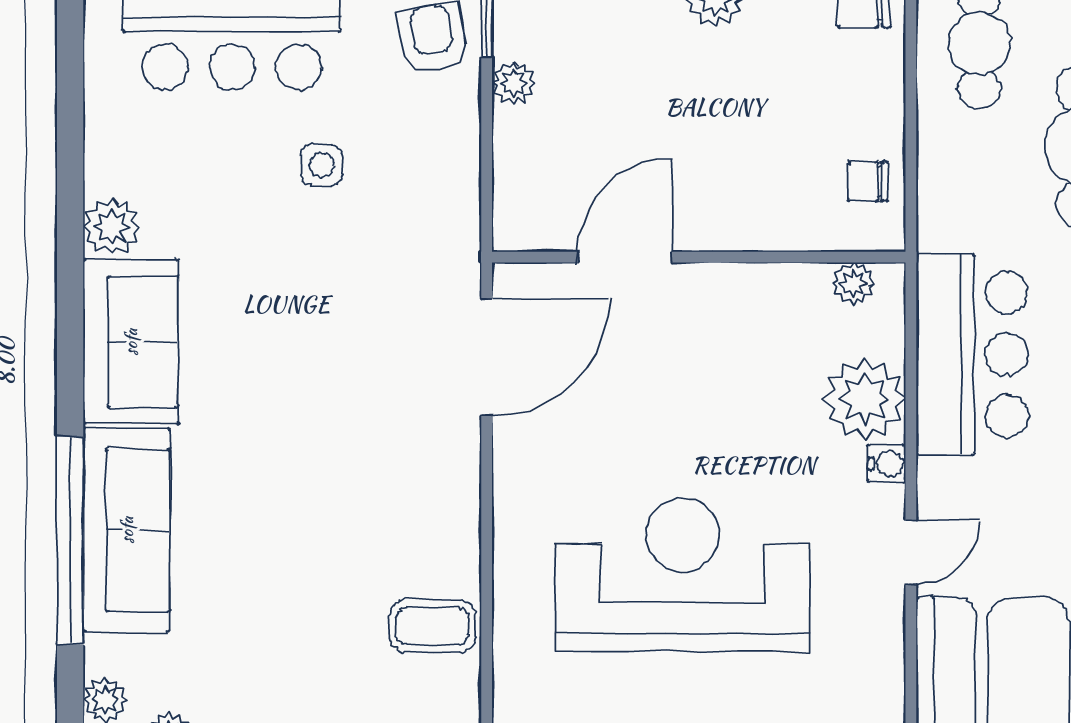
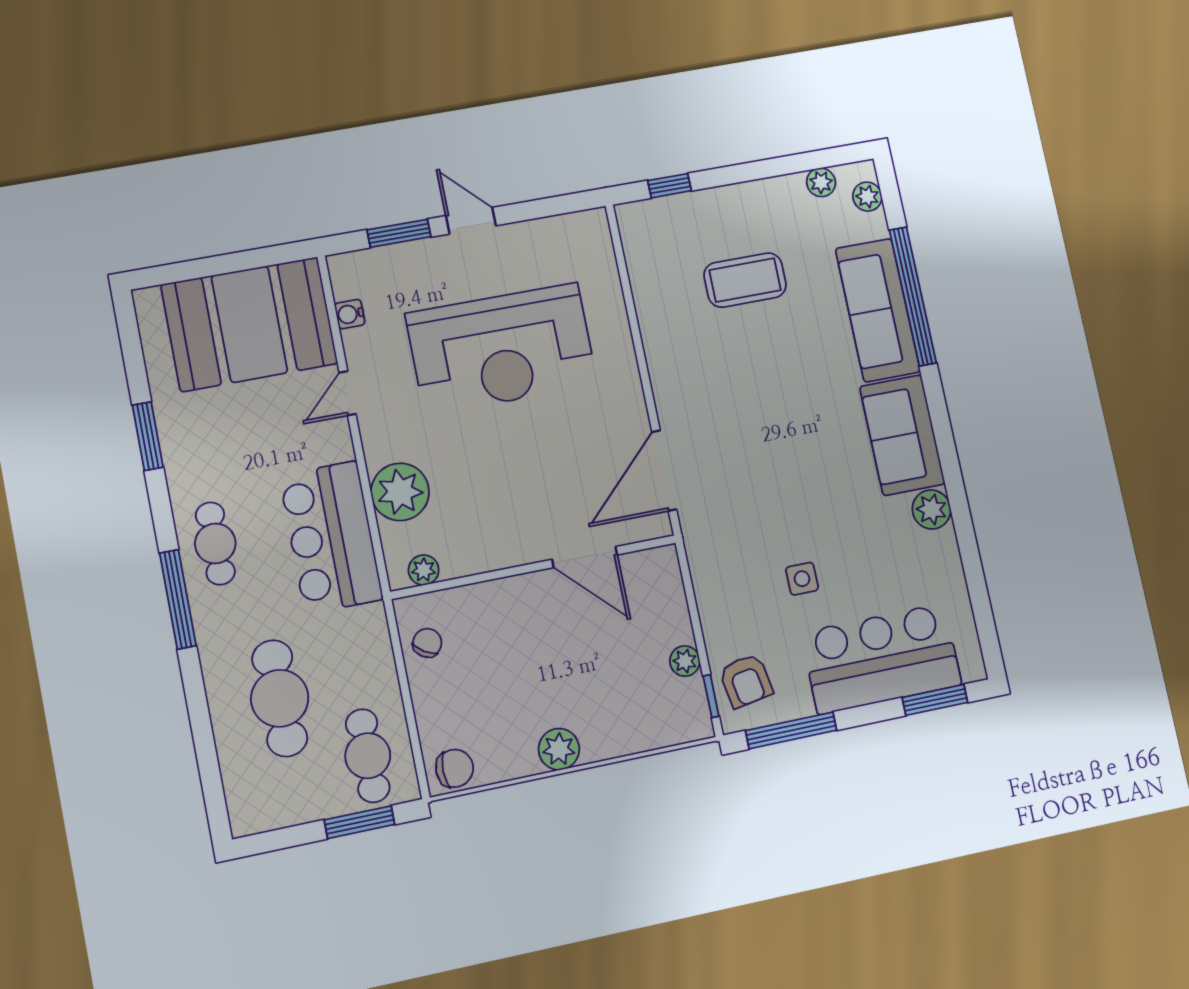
chair: (868, 182) -> (427, 643), turned -57
door: (625, 257) -> (585, 557), hinge flipped
water cooler: (887, 463) -> (350, 314), moved
coffee table: (432, 626) -> (745, 280), moved, width x1.36, depth x1.30

